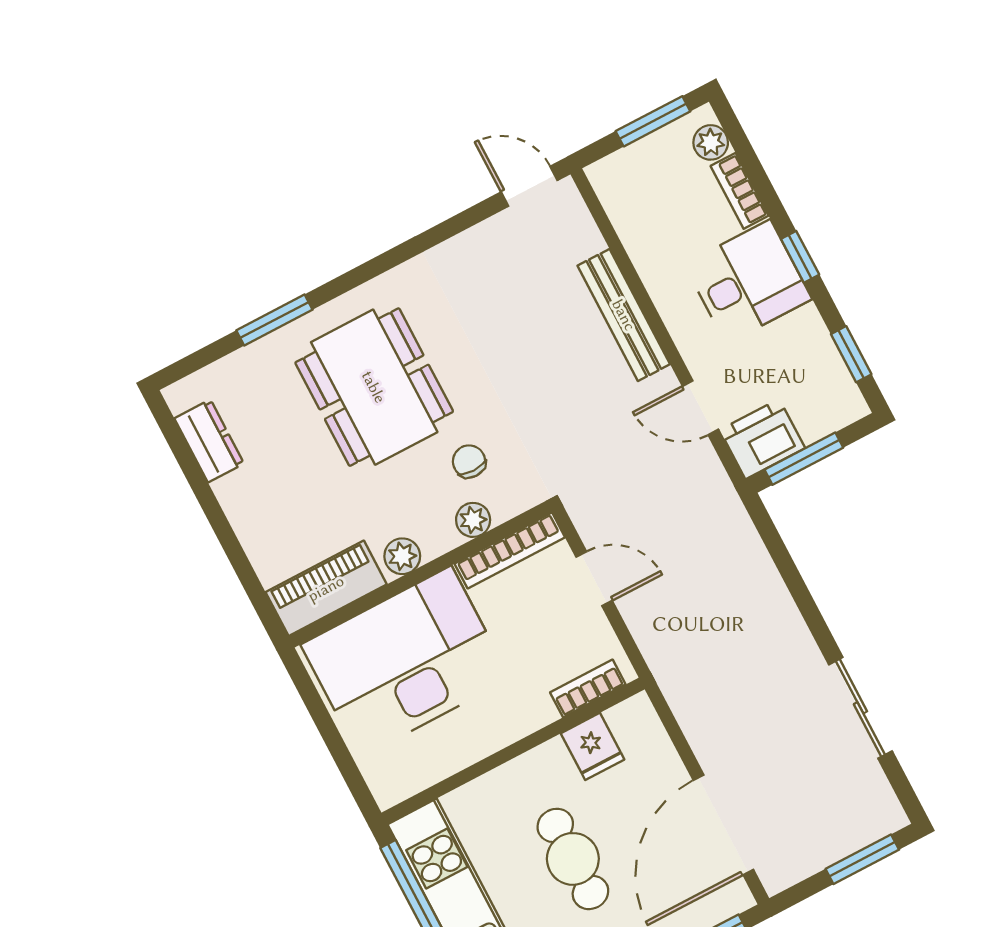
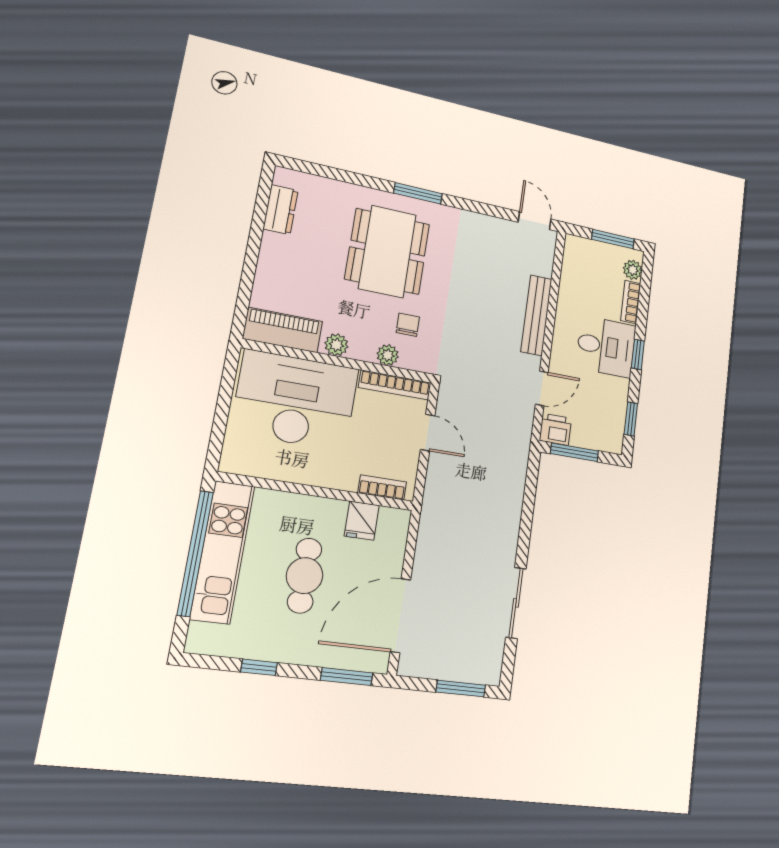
window: (274, 320) -> (418, 193), moved
door: (700, 408) -> (542, 388), swing flipped
printer: (762, 439) -> (555, 429), width x0.73, depth x0.81

